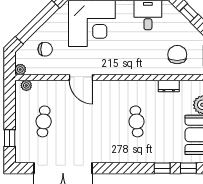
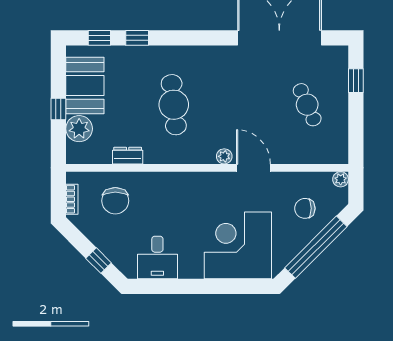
plant: (26, 85) -> (224, 156), moved
cafe table: (44, 121) -> (307, 105), turned -30
cafe table: (137, 121) -> (174, 105), width x1.37, depth x1.35

